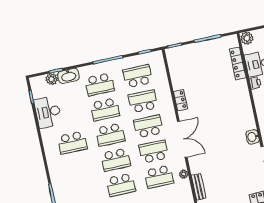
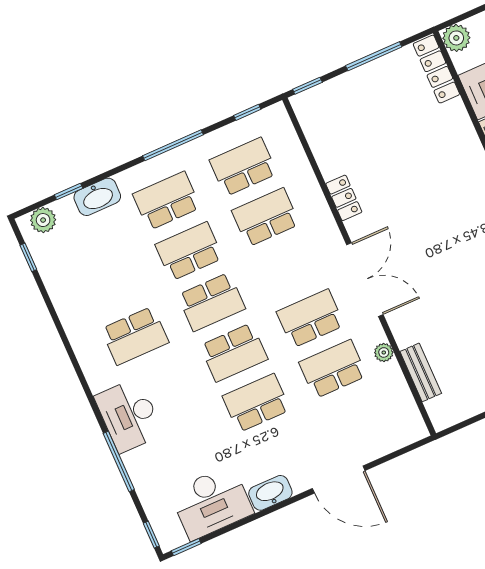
locker: (238, 63) -> (436, 69), moved
plant: (52, 79) -> (43, 220), moved
school desk: (100, 84) -> (167, 201), turned 180
school desk: (105, 109) -> (189, 251), turned 180
desk: (48, 112) -> (129, 415), moved
school desk: (148, 126) -> (288, 268), removed
school desk: (159, 177) -> (333, 369), turned 180
school desk: (121, 185) -> (256, 403), turned 180

